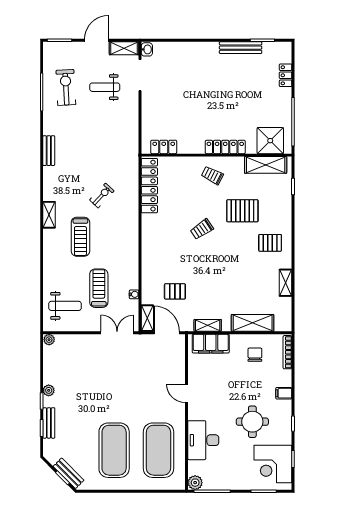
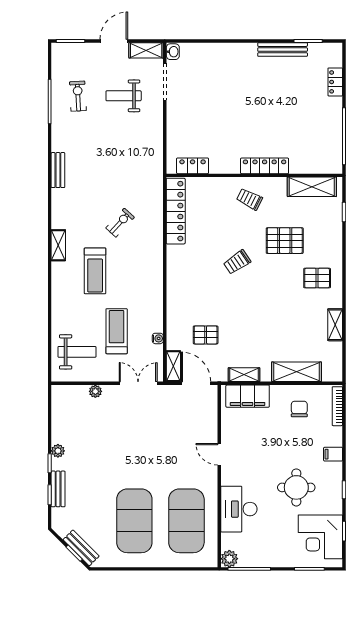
exercise bike: (66, 87) -> (78, 96), width x0.73, depth x0.72
shower: (270, 141) -> (317, 158), removed
plant: (49, 340) -> (95, 391), moved

